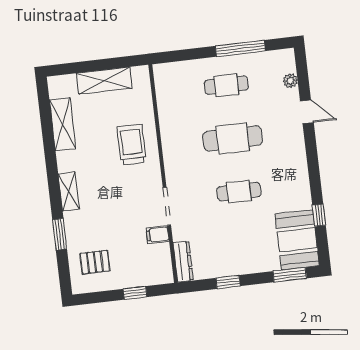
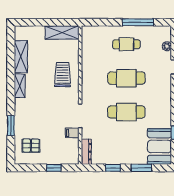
shelving: (104, 81) -> (62, 33), moved
shelving: (69, 192) -> (20, 86), moved
cafe table: (239, 192) -> (126, 112), width x1.37, depth x1.35
window: (290, 275) -> (141, 168), moved

